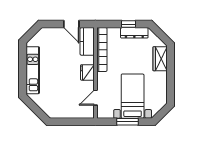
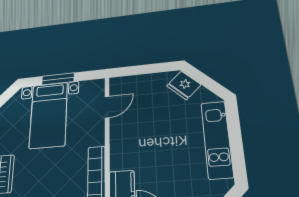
fridge: (87, 72) -> (184, 85), moved, turned 135

